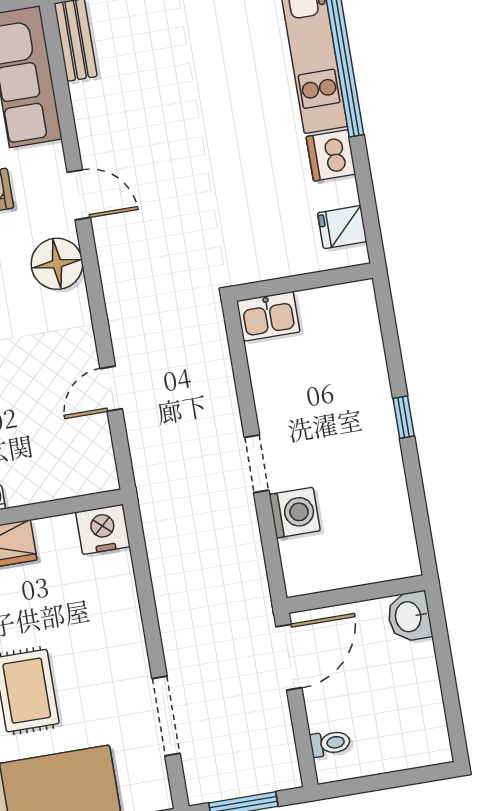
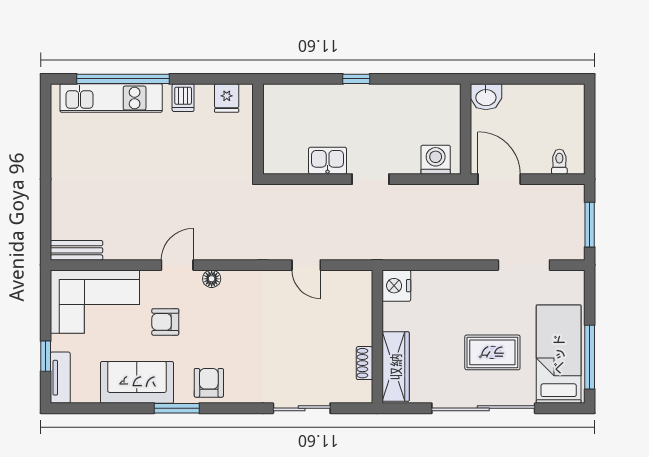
dishwasher: (331, 155) -> (183, 98), width x0.73
floor lamp: (57, 264) -> (212, 279), width x0.53, depth x0.53
kitchen sink: (268, 316) -> (328, 161), moved, turned -90
washing machine: (295, 513) -> (436, 160), moved

